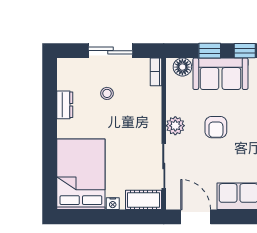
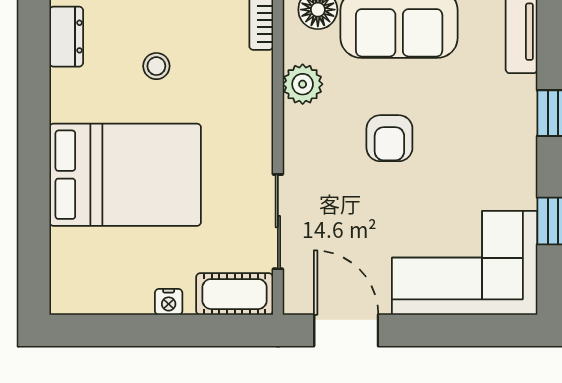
dresser: (65, 105) -> (66, 37), moved
plant: (175, 126) -> (303, 84), moved
bed: (81, 174) -> (125, 175), moved, turned 90

